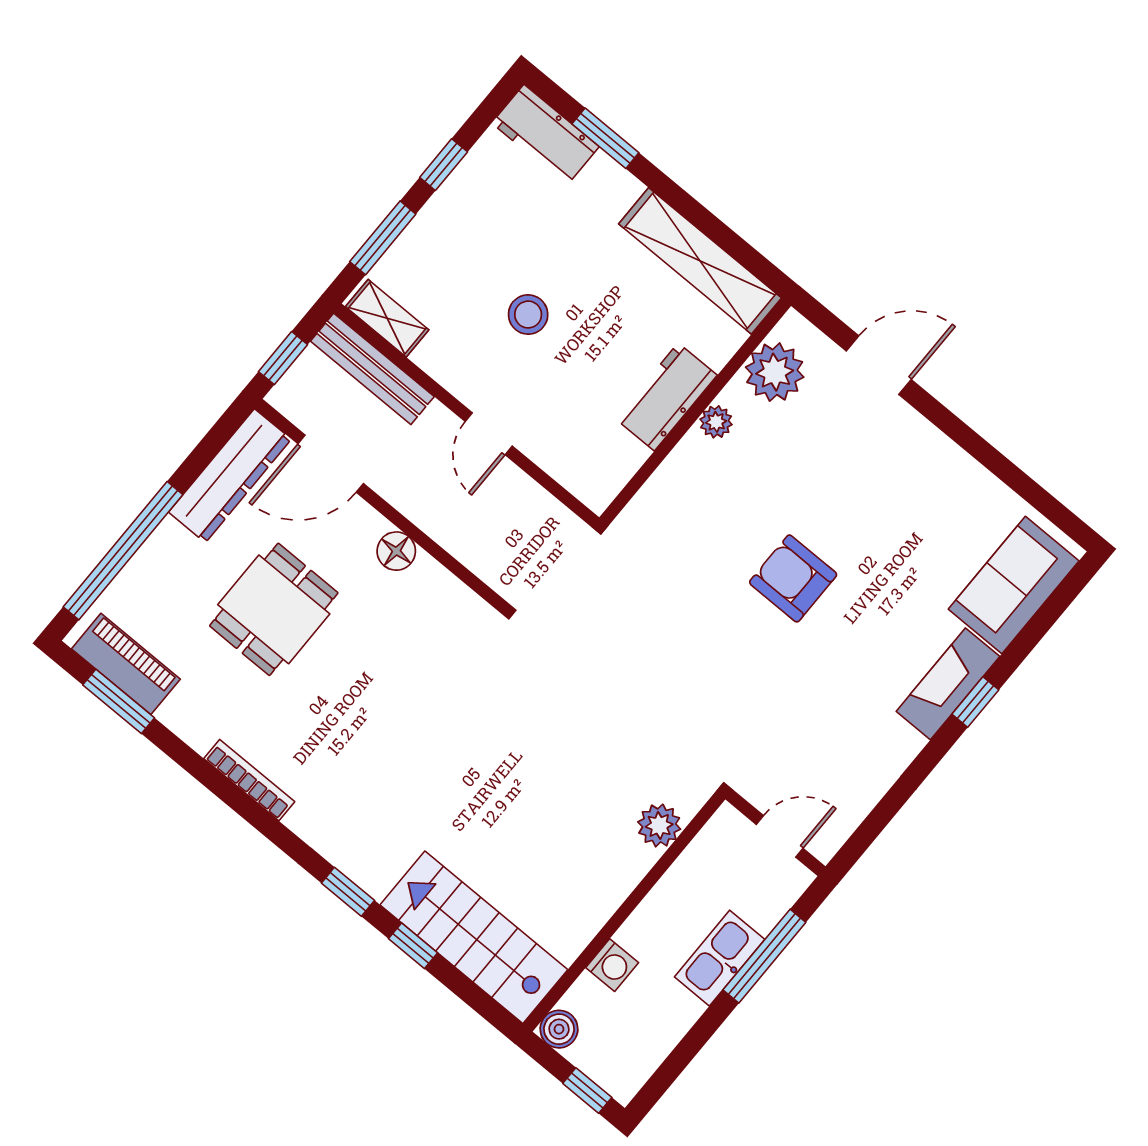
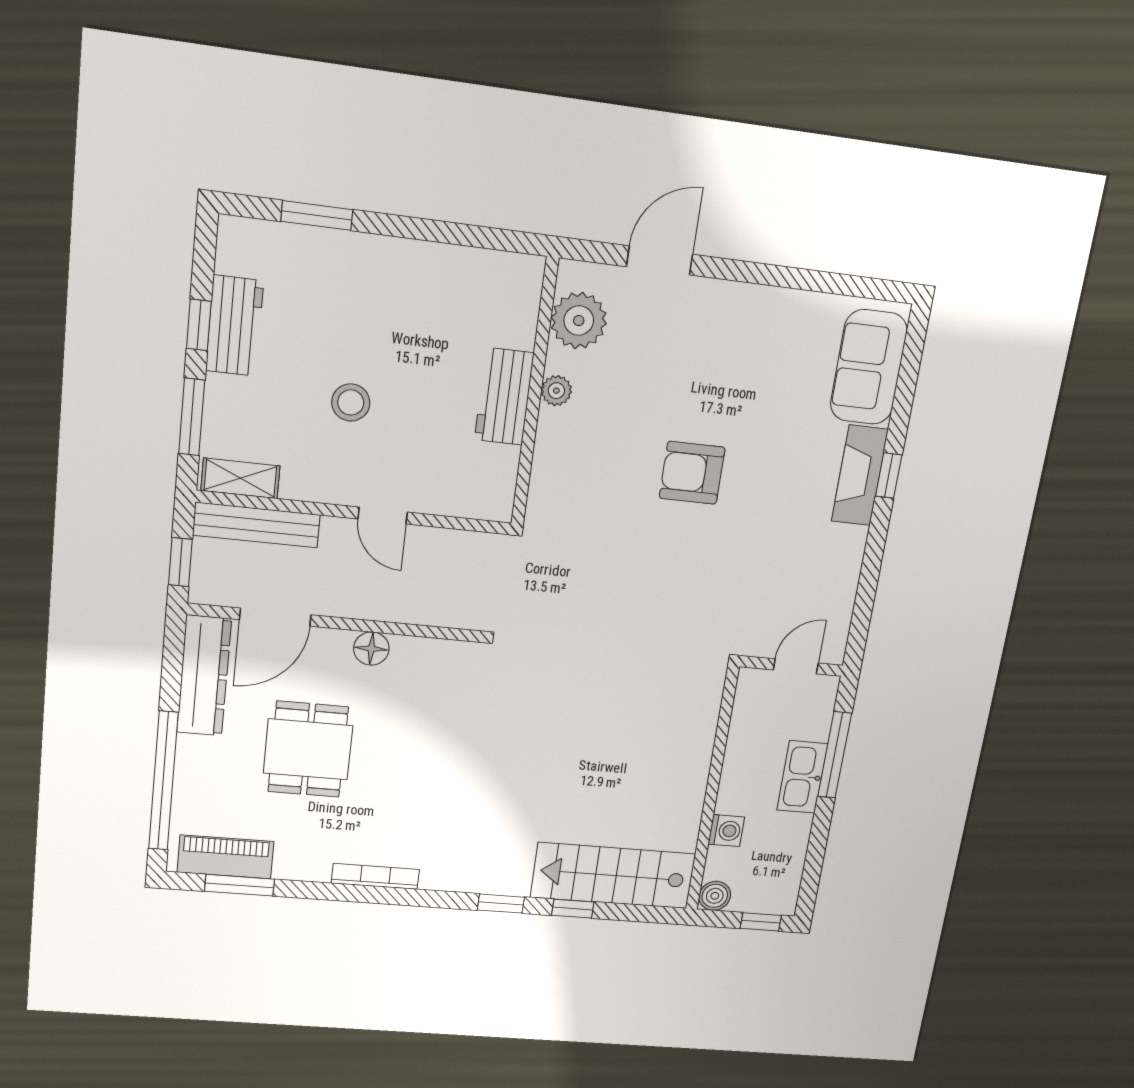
workbench: (545, 135) -> (235, 326), moved, turned -90
shelving: (700, 261) -> (461, 268), removed
plant: (659, 825) -> (701, 716), removed

